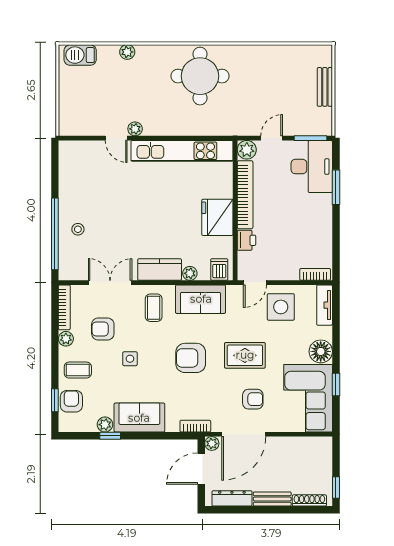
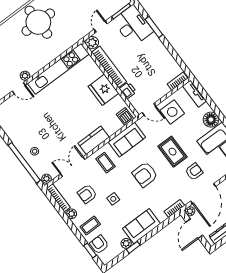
plant: (190, 273) -> (46, 179), moved
door: (255, 283) -> (149, 109), hinge flipped
rug: (245, 355) -> (172, 152), turned 90

